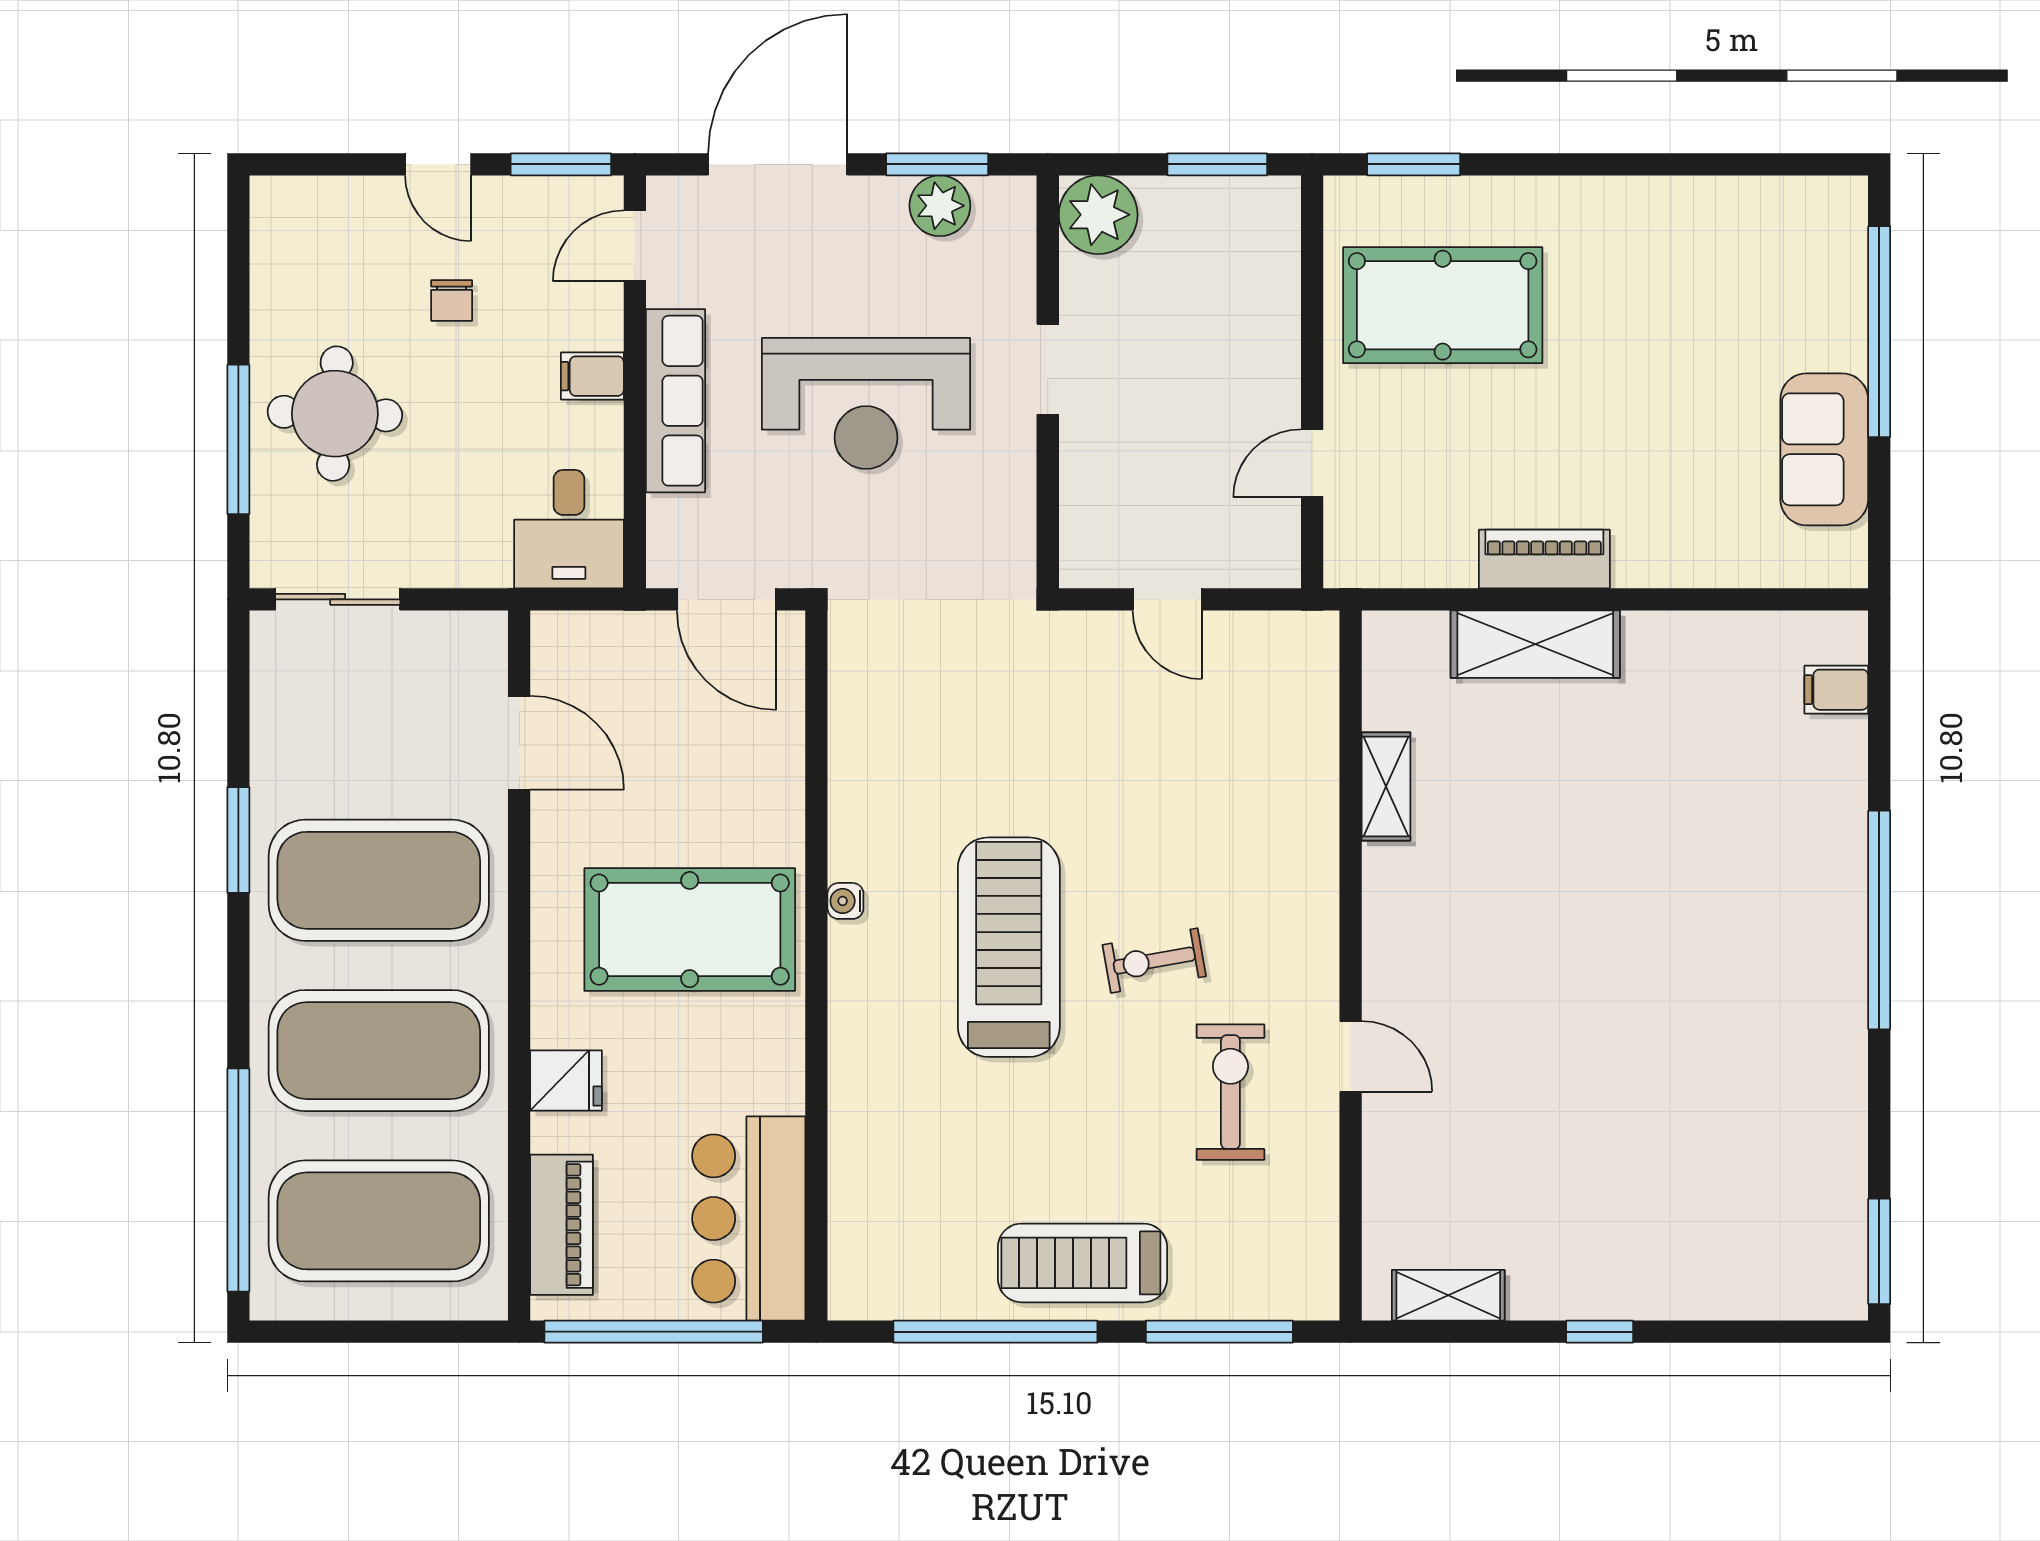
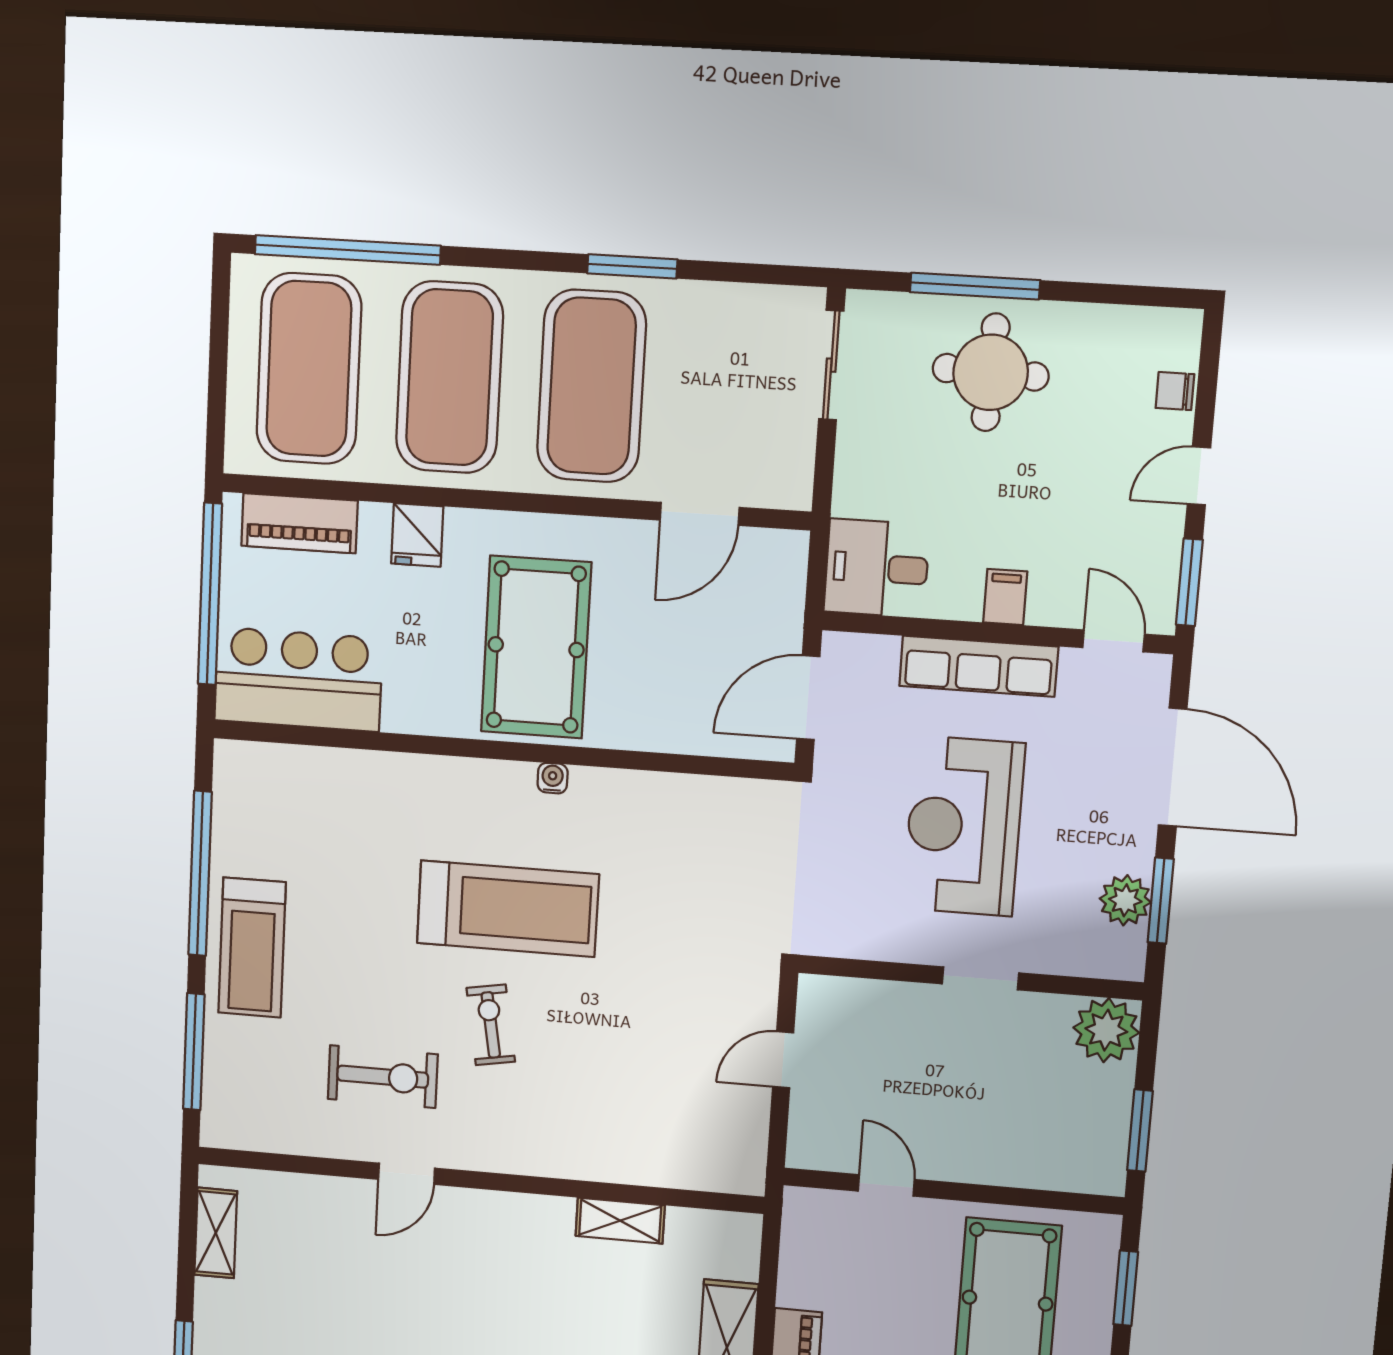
chair: (452, 300) -> (1175, 391), moved
treadmill: (1082, 1263) -> (252, 948), turned 180

